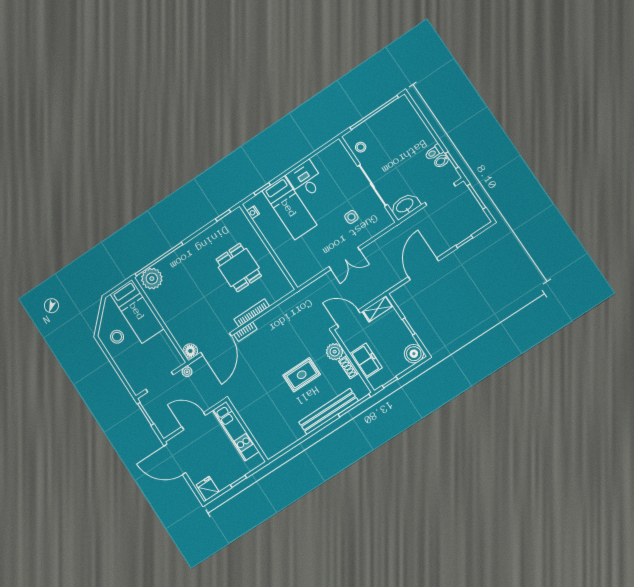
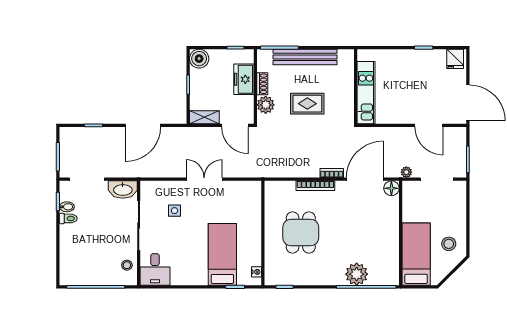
desk: (305, 180) -> (155, 269), moved
plant: (152, 279) -> (357, 274), moved
kitchen unit: (236, 431) -> (366, 93), moved
wall: (247, 431) -> (356, 86), moved

